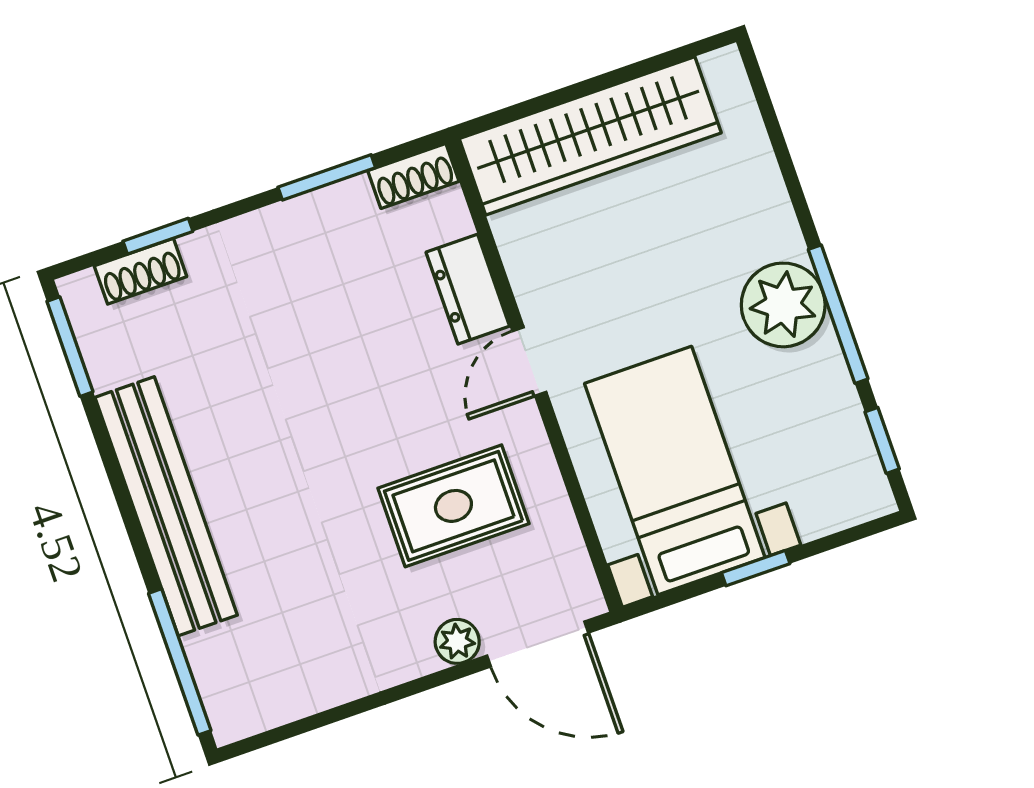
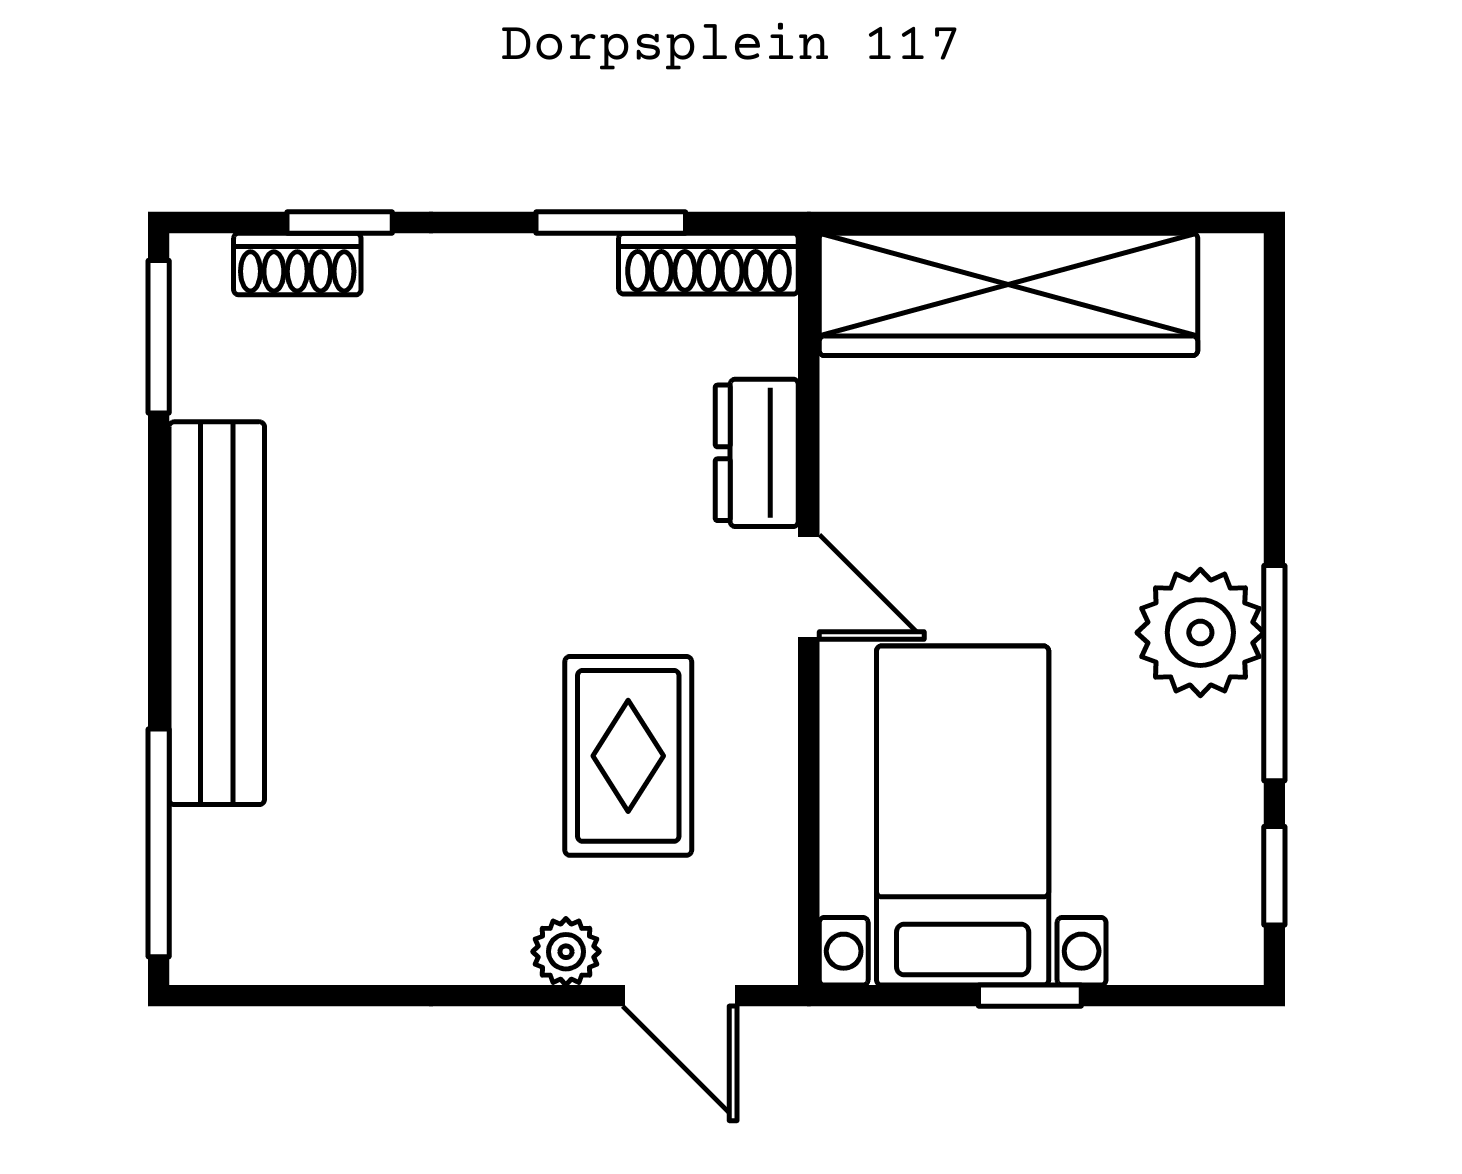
shoe rack: (413, 176) -> (708, 264), width x1.43
door: (529, 362) -> (809, 587), swing flipped
rug: (453, 506) -> (628, 756), turned 90
door: (538, 644) -> (680, 996), width x0.73

